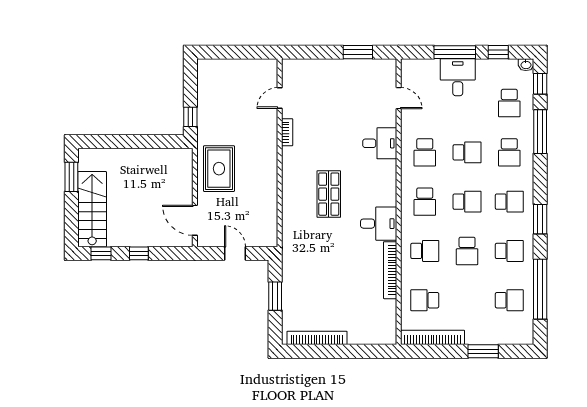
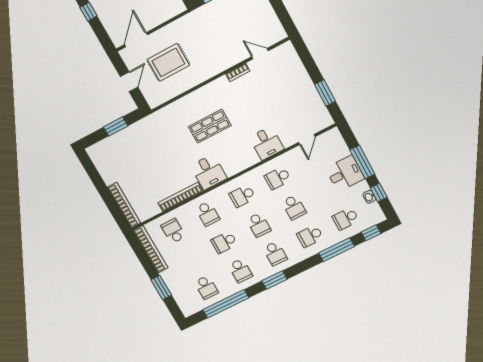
washbasin: (526, 65) -> (369, 197), moved
rug: (219, 169) -> (168, 62), moved
bookcase: (317, 338) -> (124, 205), moved

